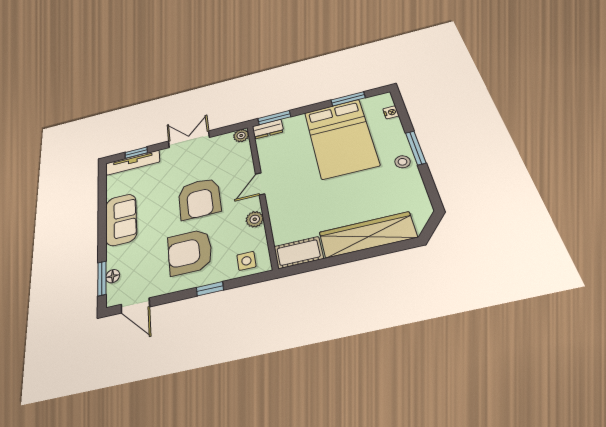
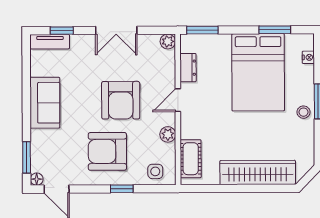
dresser: (268, 129) -> (188, 68), moved, turned -90
double door: (189, 139) -> (116, 30), swing flipped
tv unit: (133, 163) -> (50, 42), width x0.71
cot: (299, 253) -> (191, 159), moved, turned 90
floor lamp: (113, 276) -> (37, 179), moved

